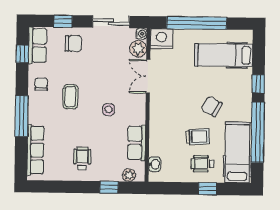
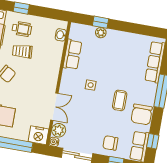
chair: (41, 84) -> (142, 114), width x1.87, depth x1.87
wheelchair: (82, 158) -> (118, 49), removed
plant: (129, 175) -> (101, 33), moved

